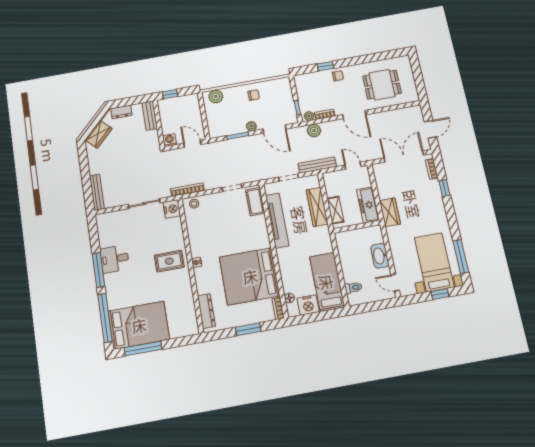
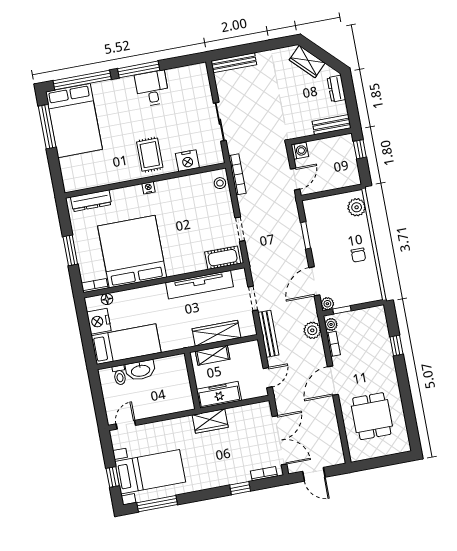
chair: (338, 76) -> (384, 361), removed
plant: (251, 126) -> (327, 304), moved
nightstand: (172, 209) -> (187, 161), moved
washbasin: (380, 256) -> (140, 370), moved, turned 180

